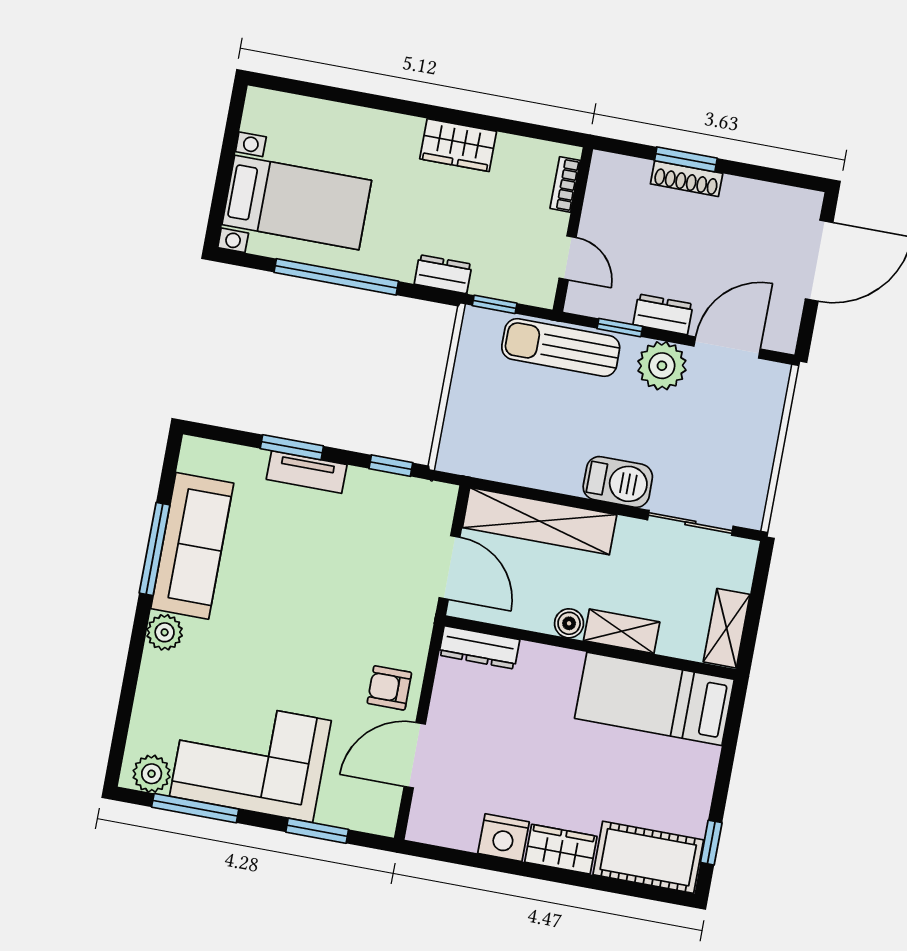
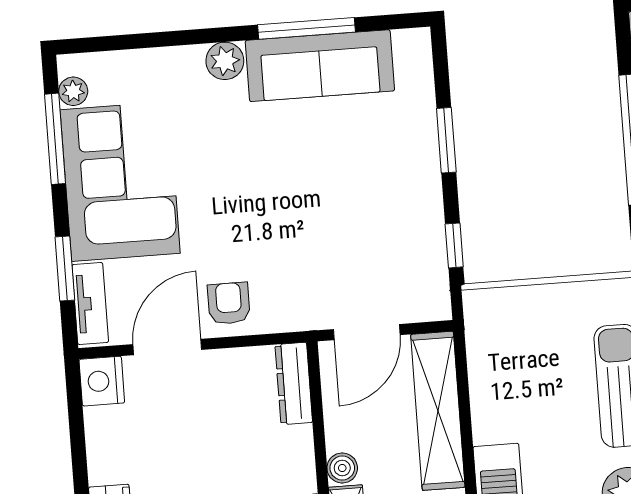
tv unit: (307, 472) -> (90, 303), moved, turned 180
door: (415, 755) -> (167, 347), hinge flipped
plant: (152, 774) -> (73, 91), width x0.73, depth x0.73
nightstand: (503, 838) -> (102, 381), moved

